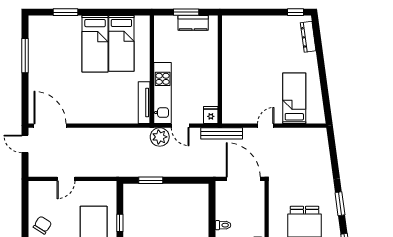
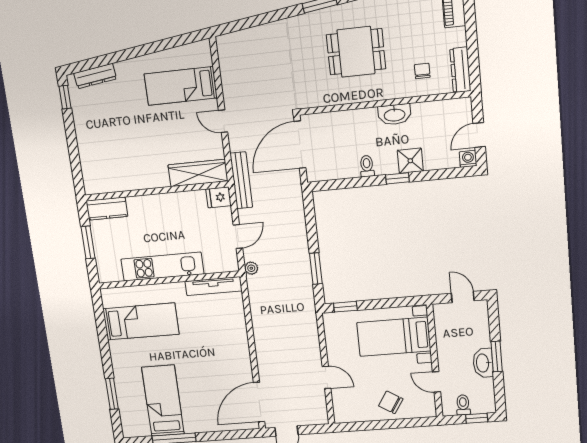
kitchen counter: (193, 23) -> (107, 209), moved, turned 90
bed: (95, 44) -> (163, 401), moved, turned -90
kitchen unit: (163, 93) -> (162, 267), moved
wardrobe: (230, 102) -> (198, 173), added
plant: (160, 137) -> (251, 268), width x0.53, depth x0.53
window: (120, 223) -> (345, 307), moved

